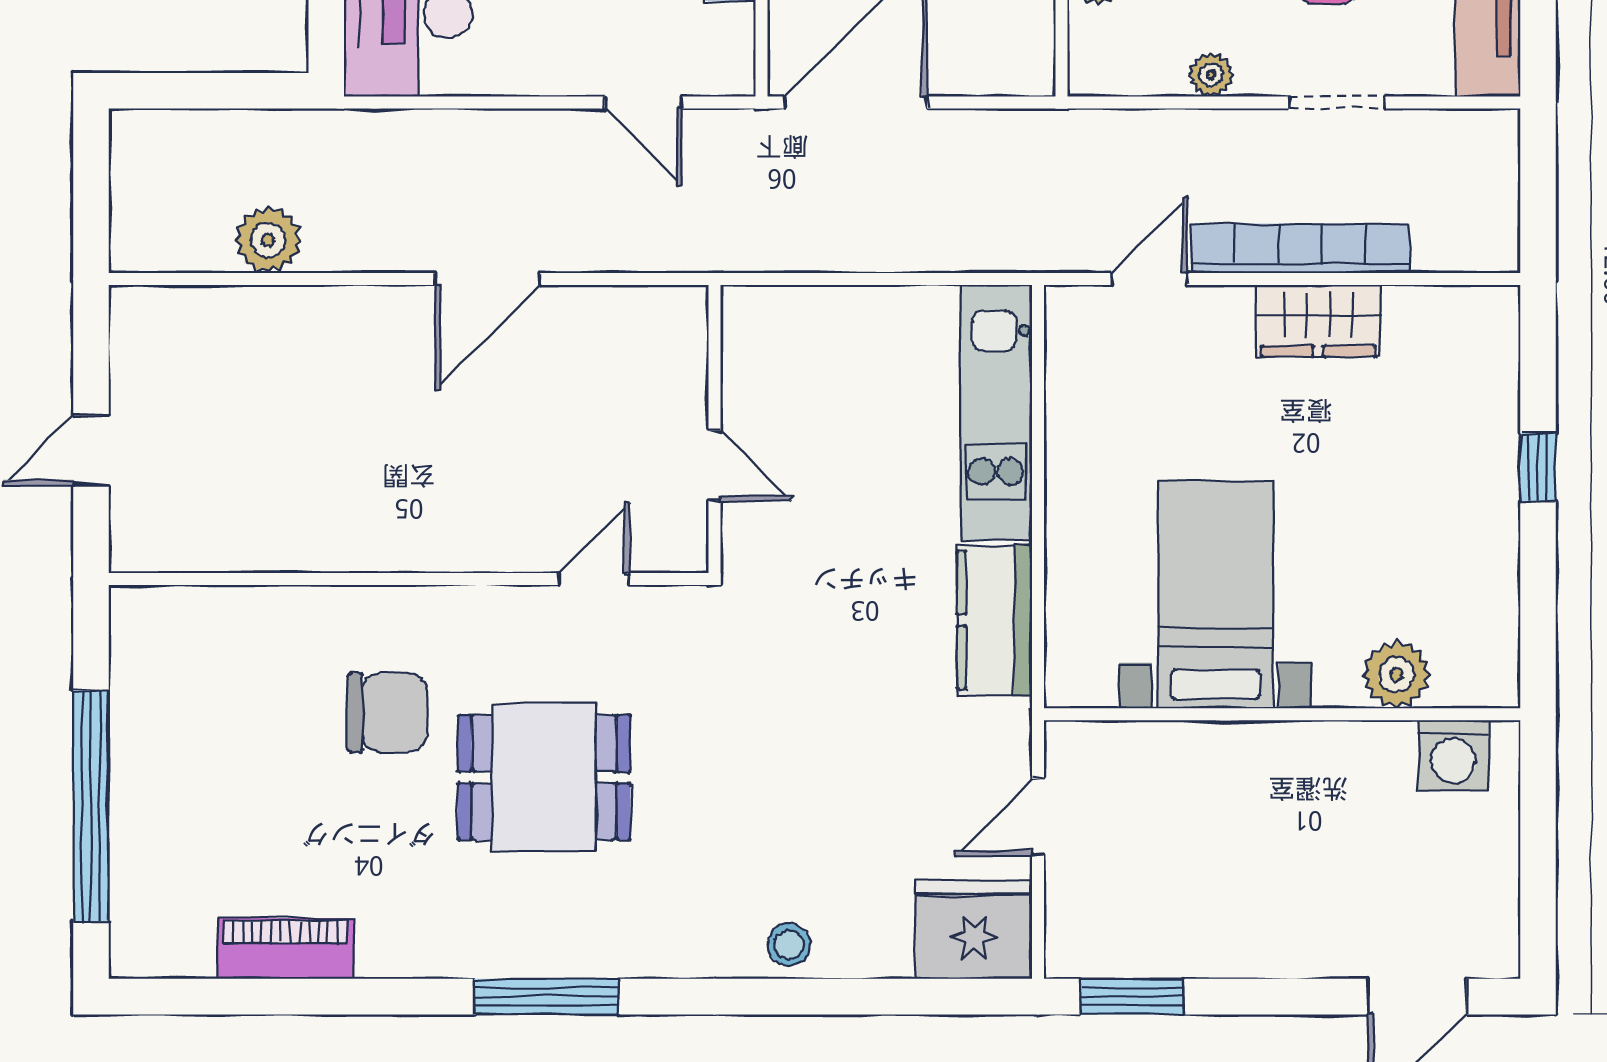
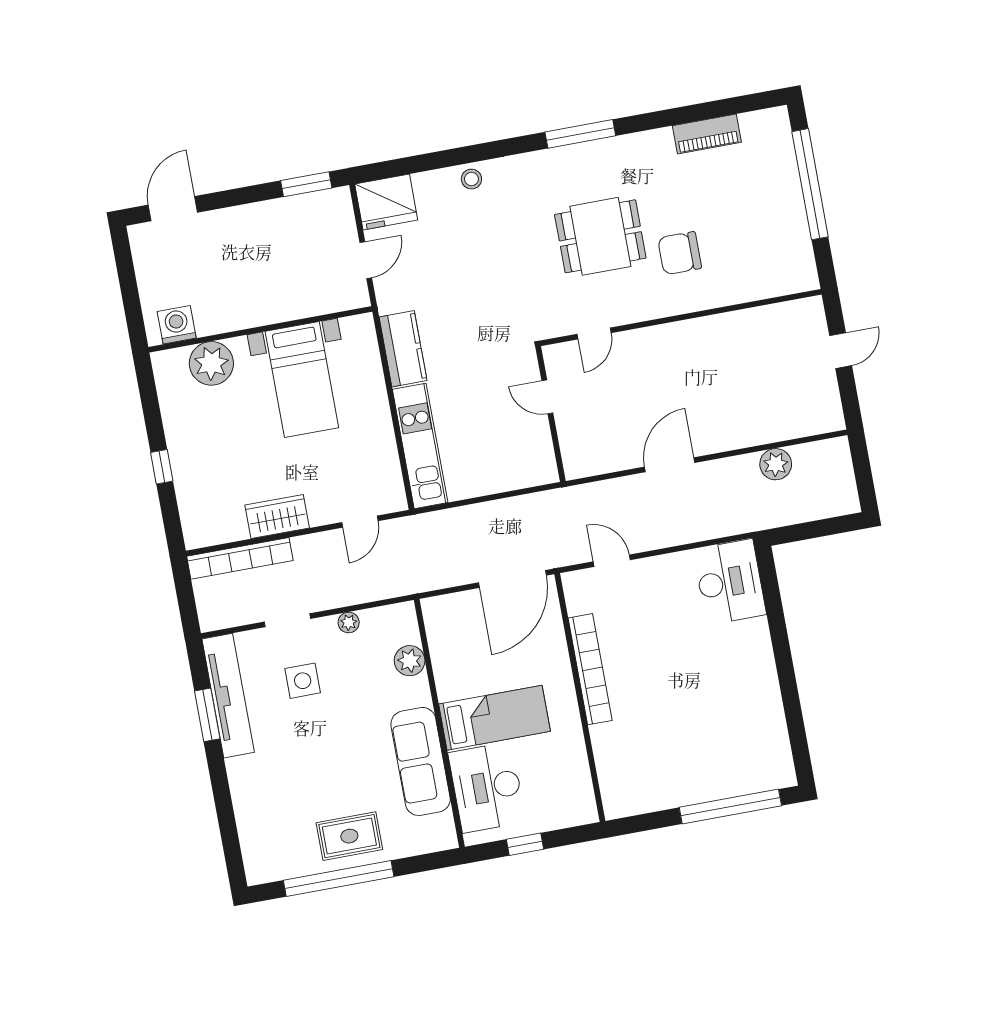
bookcase: (1300, 248) -> (240, 558), moved
plant: (1396, 675) -> (211, 363), width x1.36, depth x1.36

